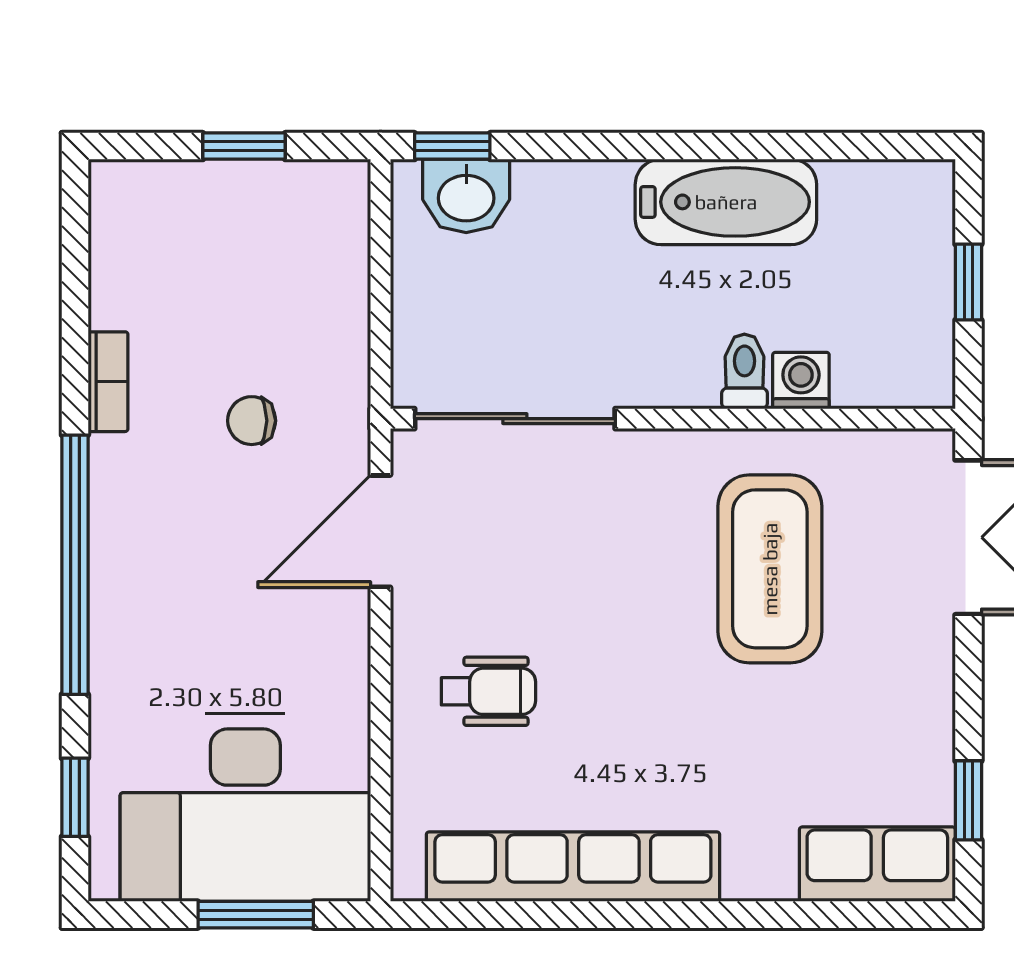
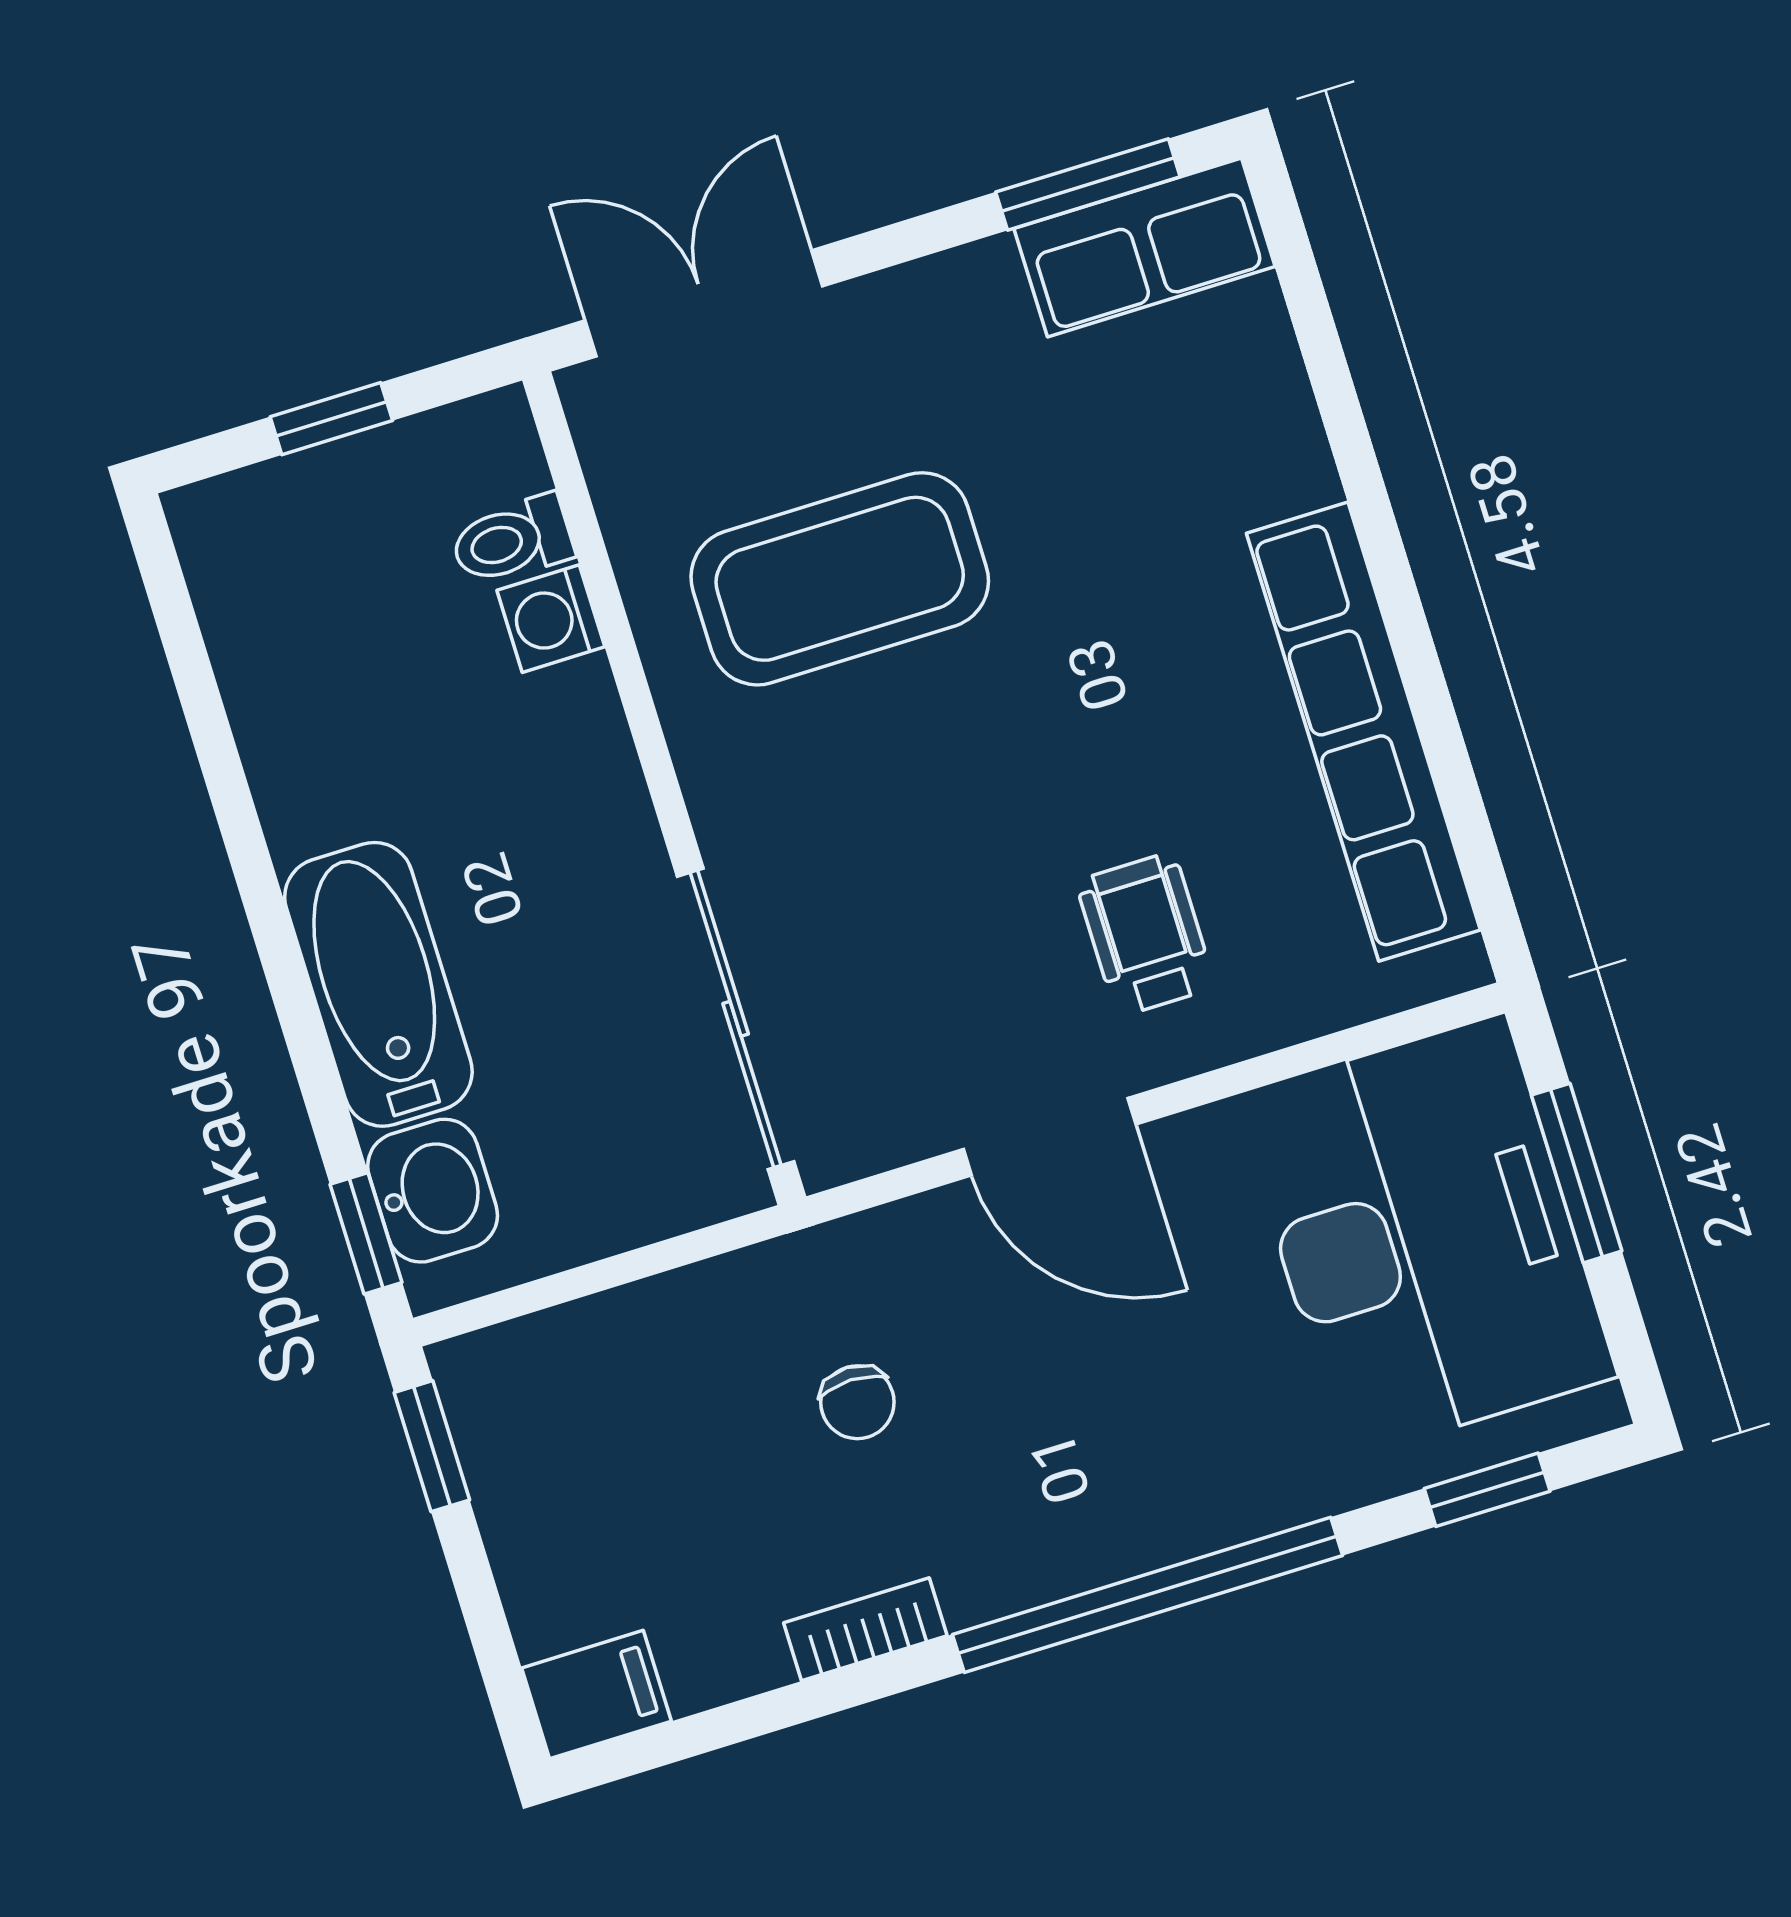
window: (244, 146) -> (432, 1446), moved
filing cabinet: (119, 201) -> (596, 1695), added
bathtub: (726, 202) -> (378, 984), moved
toilet: (744, 371) -> (512, 540), moved
door: (380, 531) -> (1050, 1137), moved
window: (968, 800) -> (1088, 184), width x1.50
row of seats: (877, 864) -> (1145, 248), moved, turned -90

